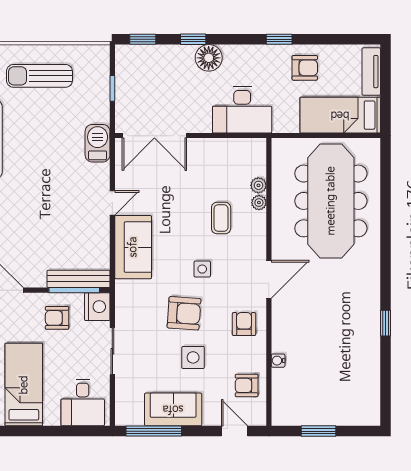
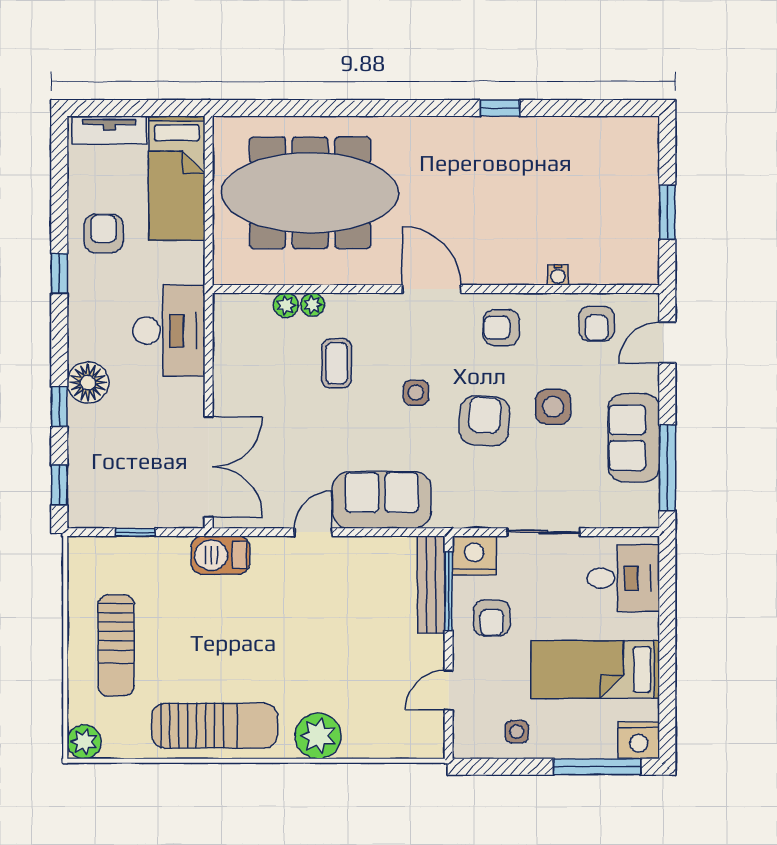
door: (112, 203) -> (313, 532), hinge flipped
coffee table: (221, 218) -> (337, 363), turned 90

